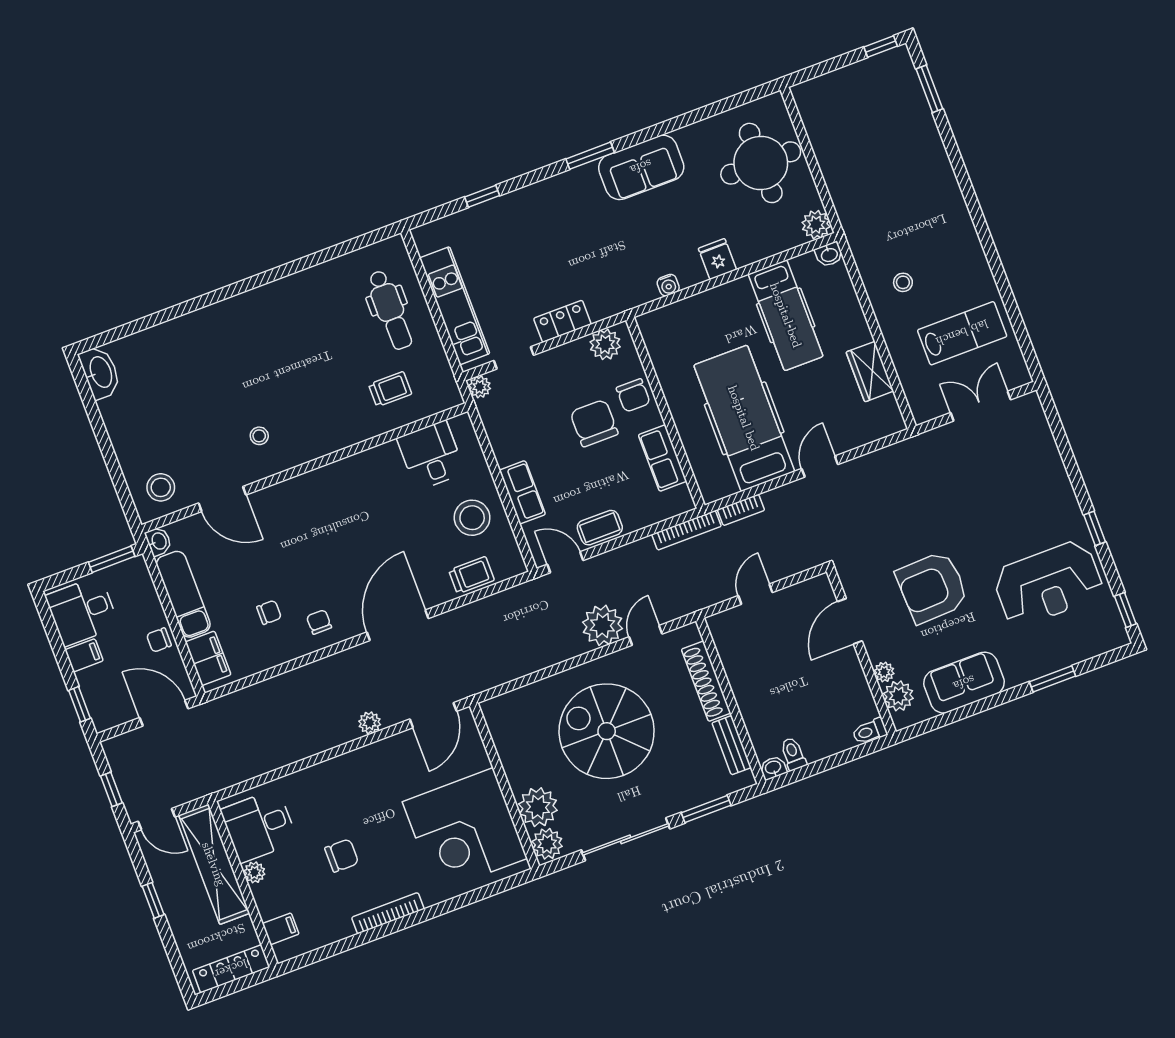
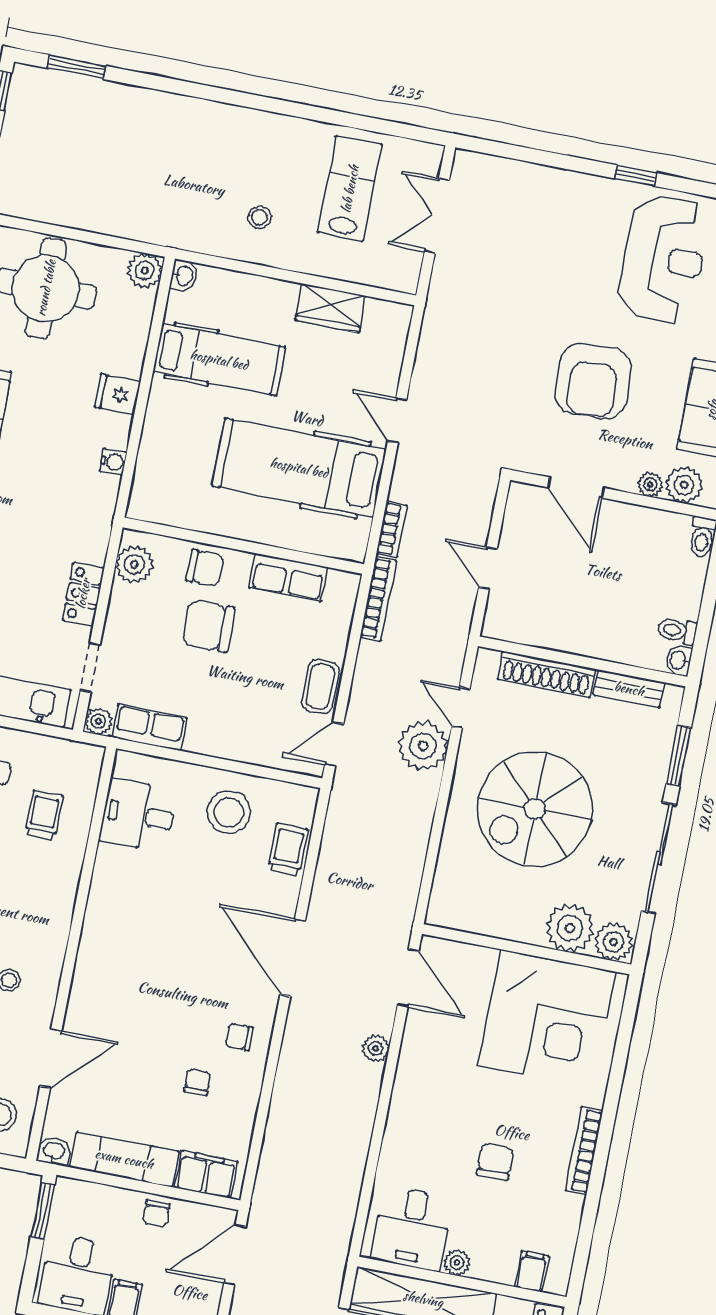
row of seats: (522, 492) -> (149, 728), moved

